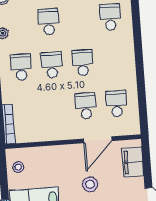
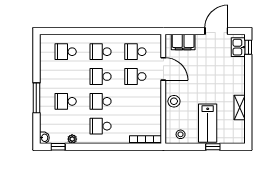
school desk: (113, 60) -> (101, 52), added
stool: (90, 184) -> (174, 101), moved

